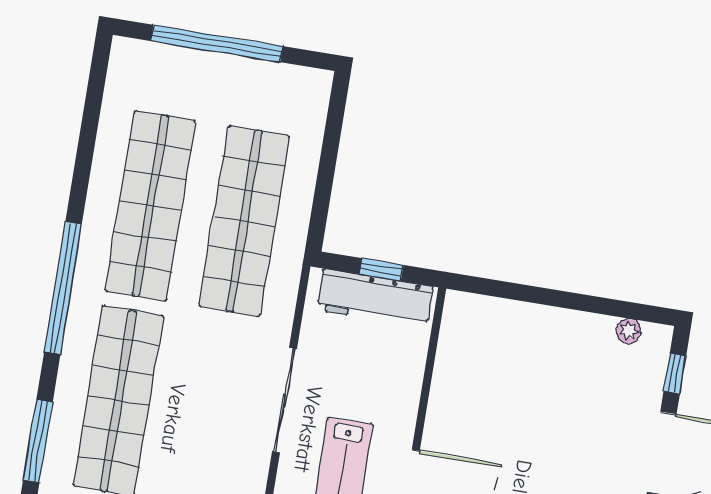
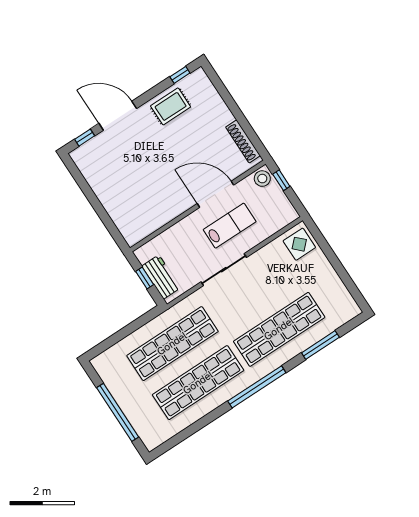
workbench: (375, 298) -> (161, 277), width x0.73
plant: (629, 331) -> (85, 168), removed

